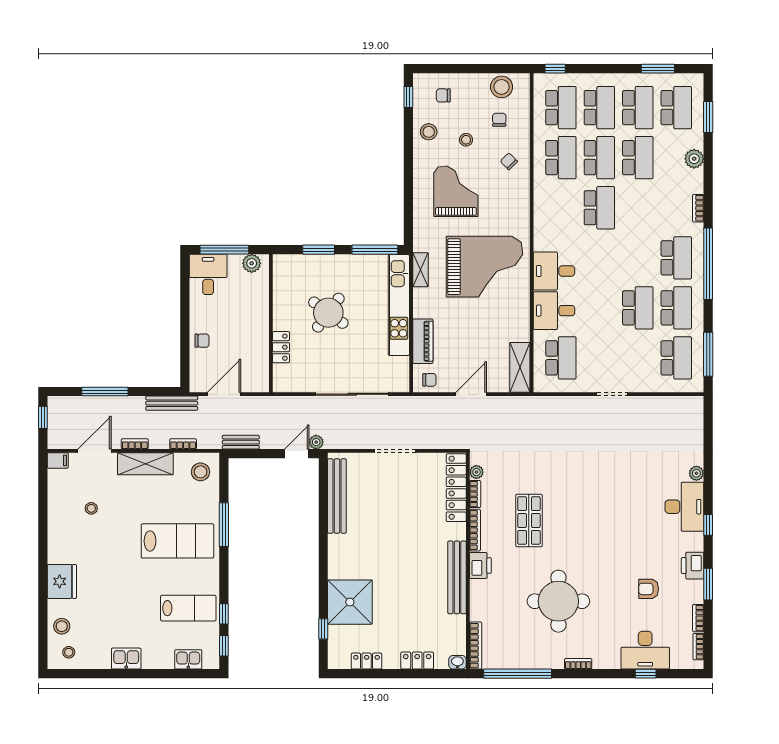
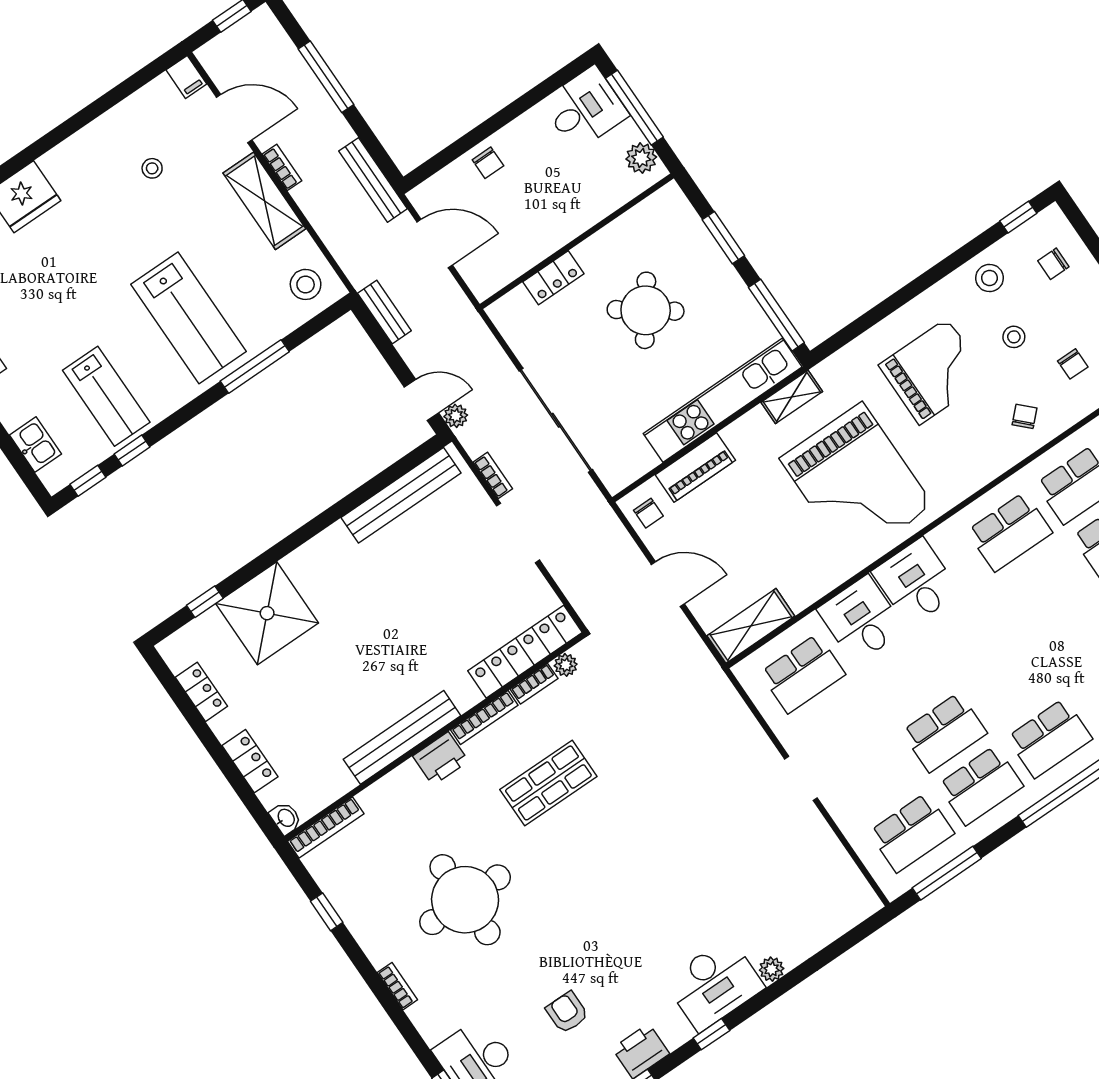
chair: (443, 95) -> (1053, 264), turned -90
chair: (499, 120) -> (1073, 364), turned 90
school desk: (599, 208) -> (1010, 532), moved
bookcase: (183, 444) -> (493, 475), moved
window: (518, 674) -> (327, 912), width x0.32

